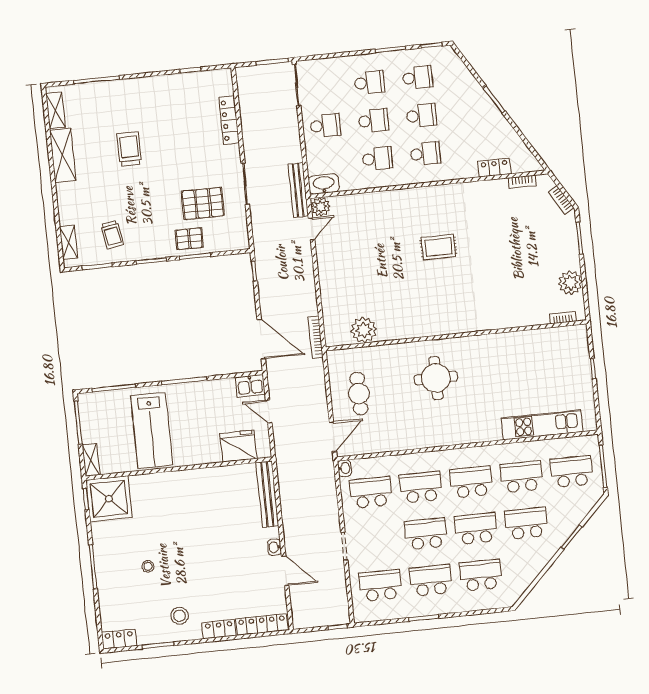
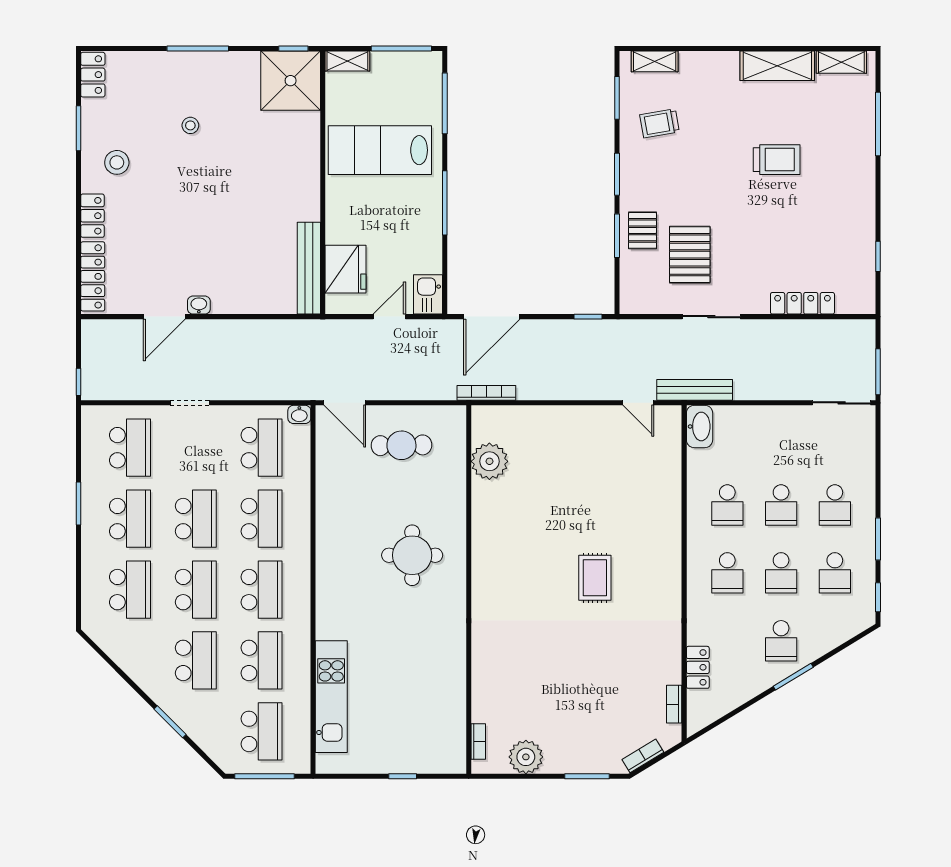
school desk: (325, 126) -> (781, 641), moved
plant: (321, 207) -> (668, 419), removed
bench: (267, 494) -> (309, 268), moved, turned 90

